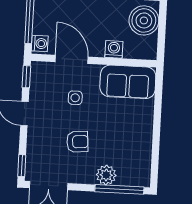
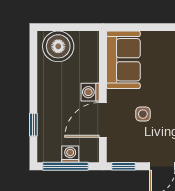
washing machine: (40, 43) -> (70, 154), moved
washing machine: (114, 49) -> (90, 92), moved

